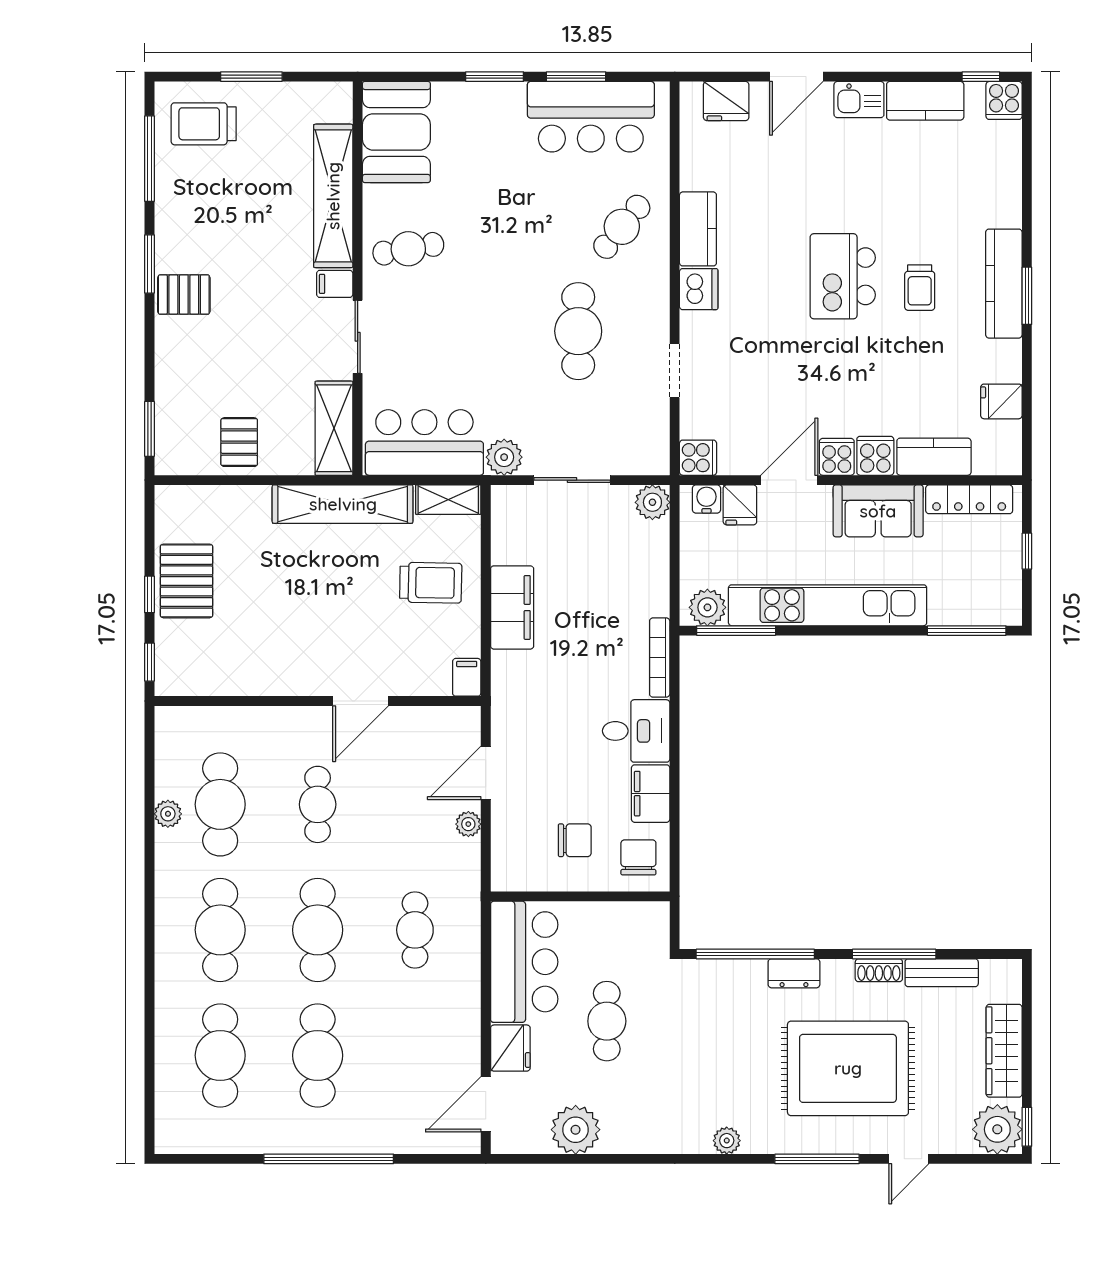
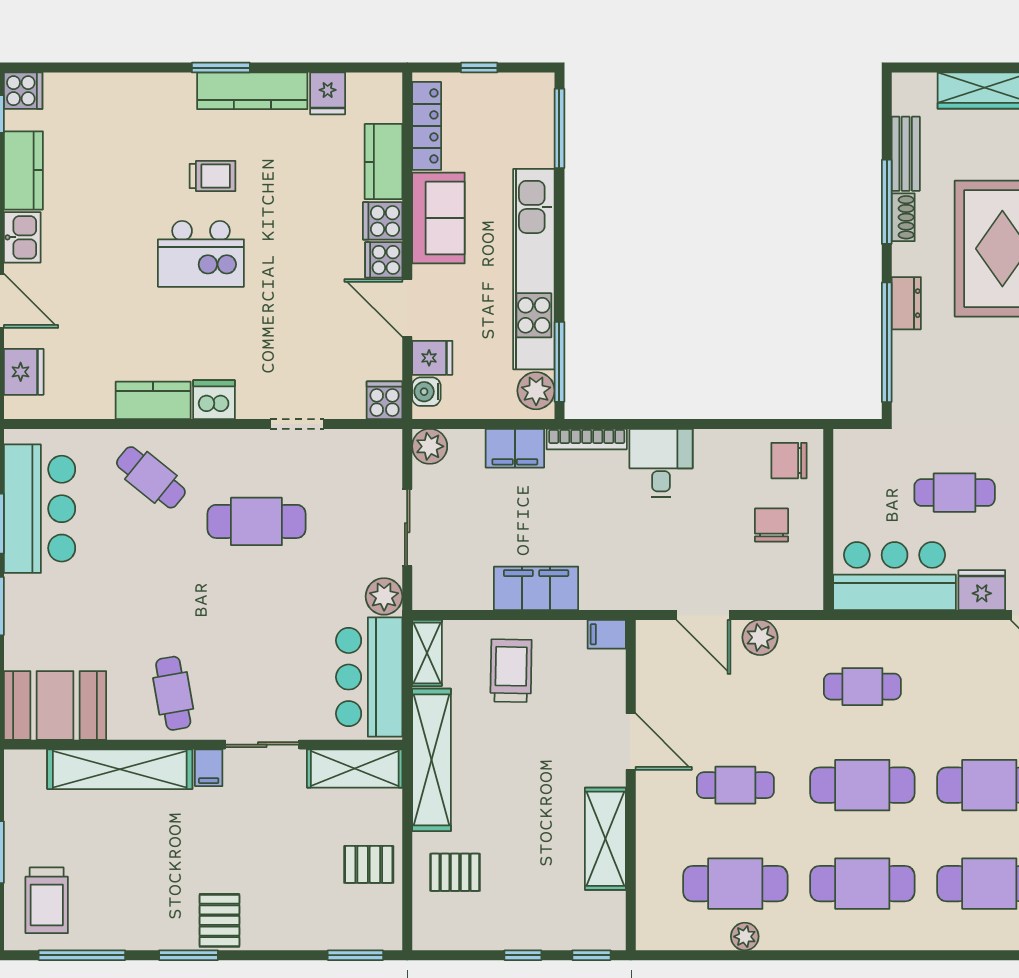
kitchen counter: (1004, 284) -> (252, 91), moved
pallet: (186, 581) -> (455, 872), moved, width x0.67, depth x0.71
shelving: (265, 676) -> (605, 839), added
filing cabinet: (651, 794) -> (515, 448), moved
plant: (468, 824) -> (760, 637), width x1.38, depth x1.38

